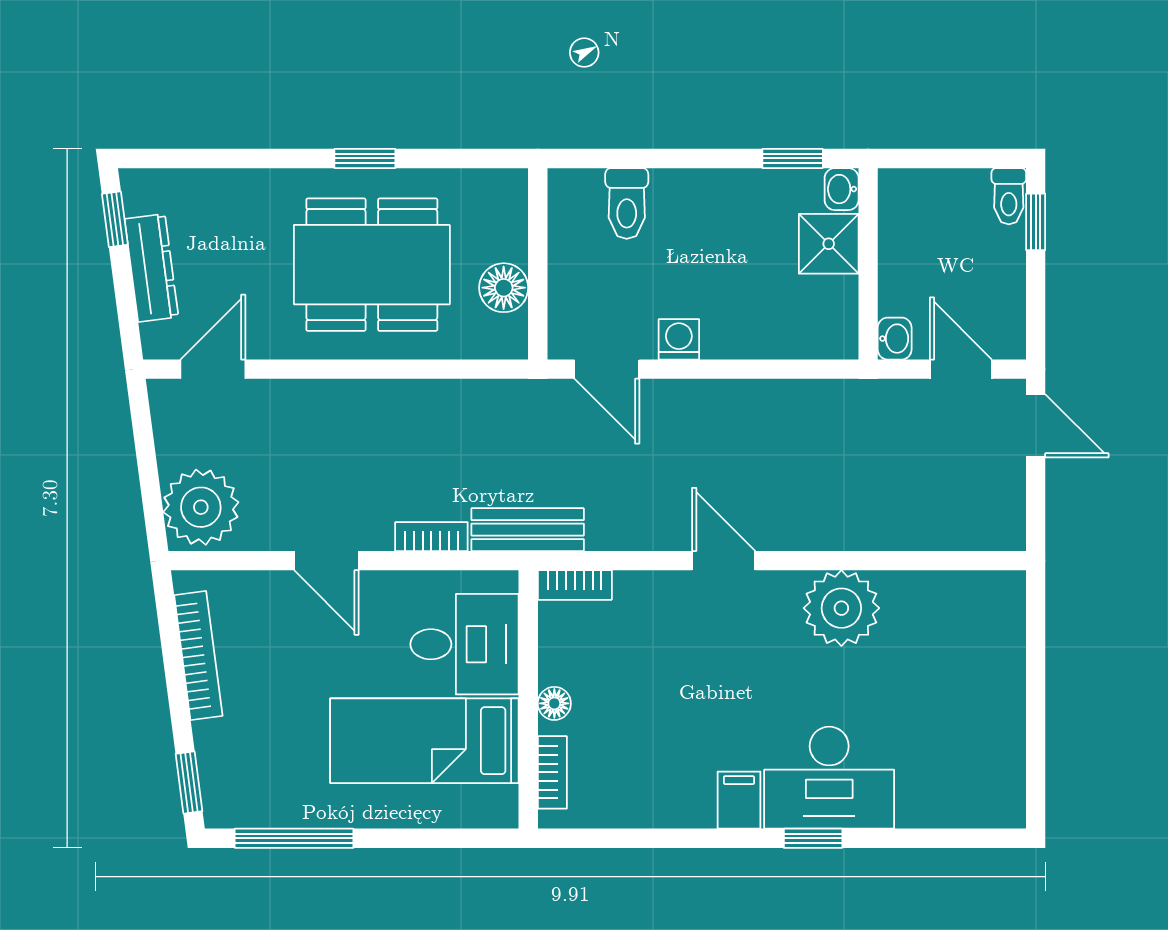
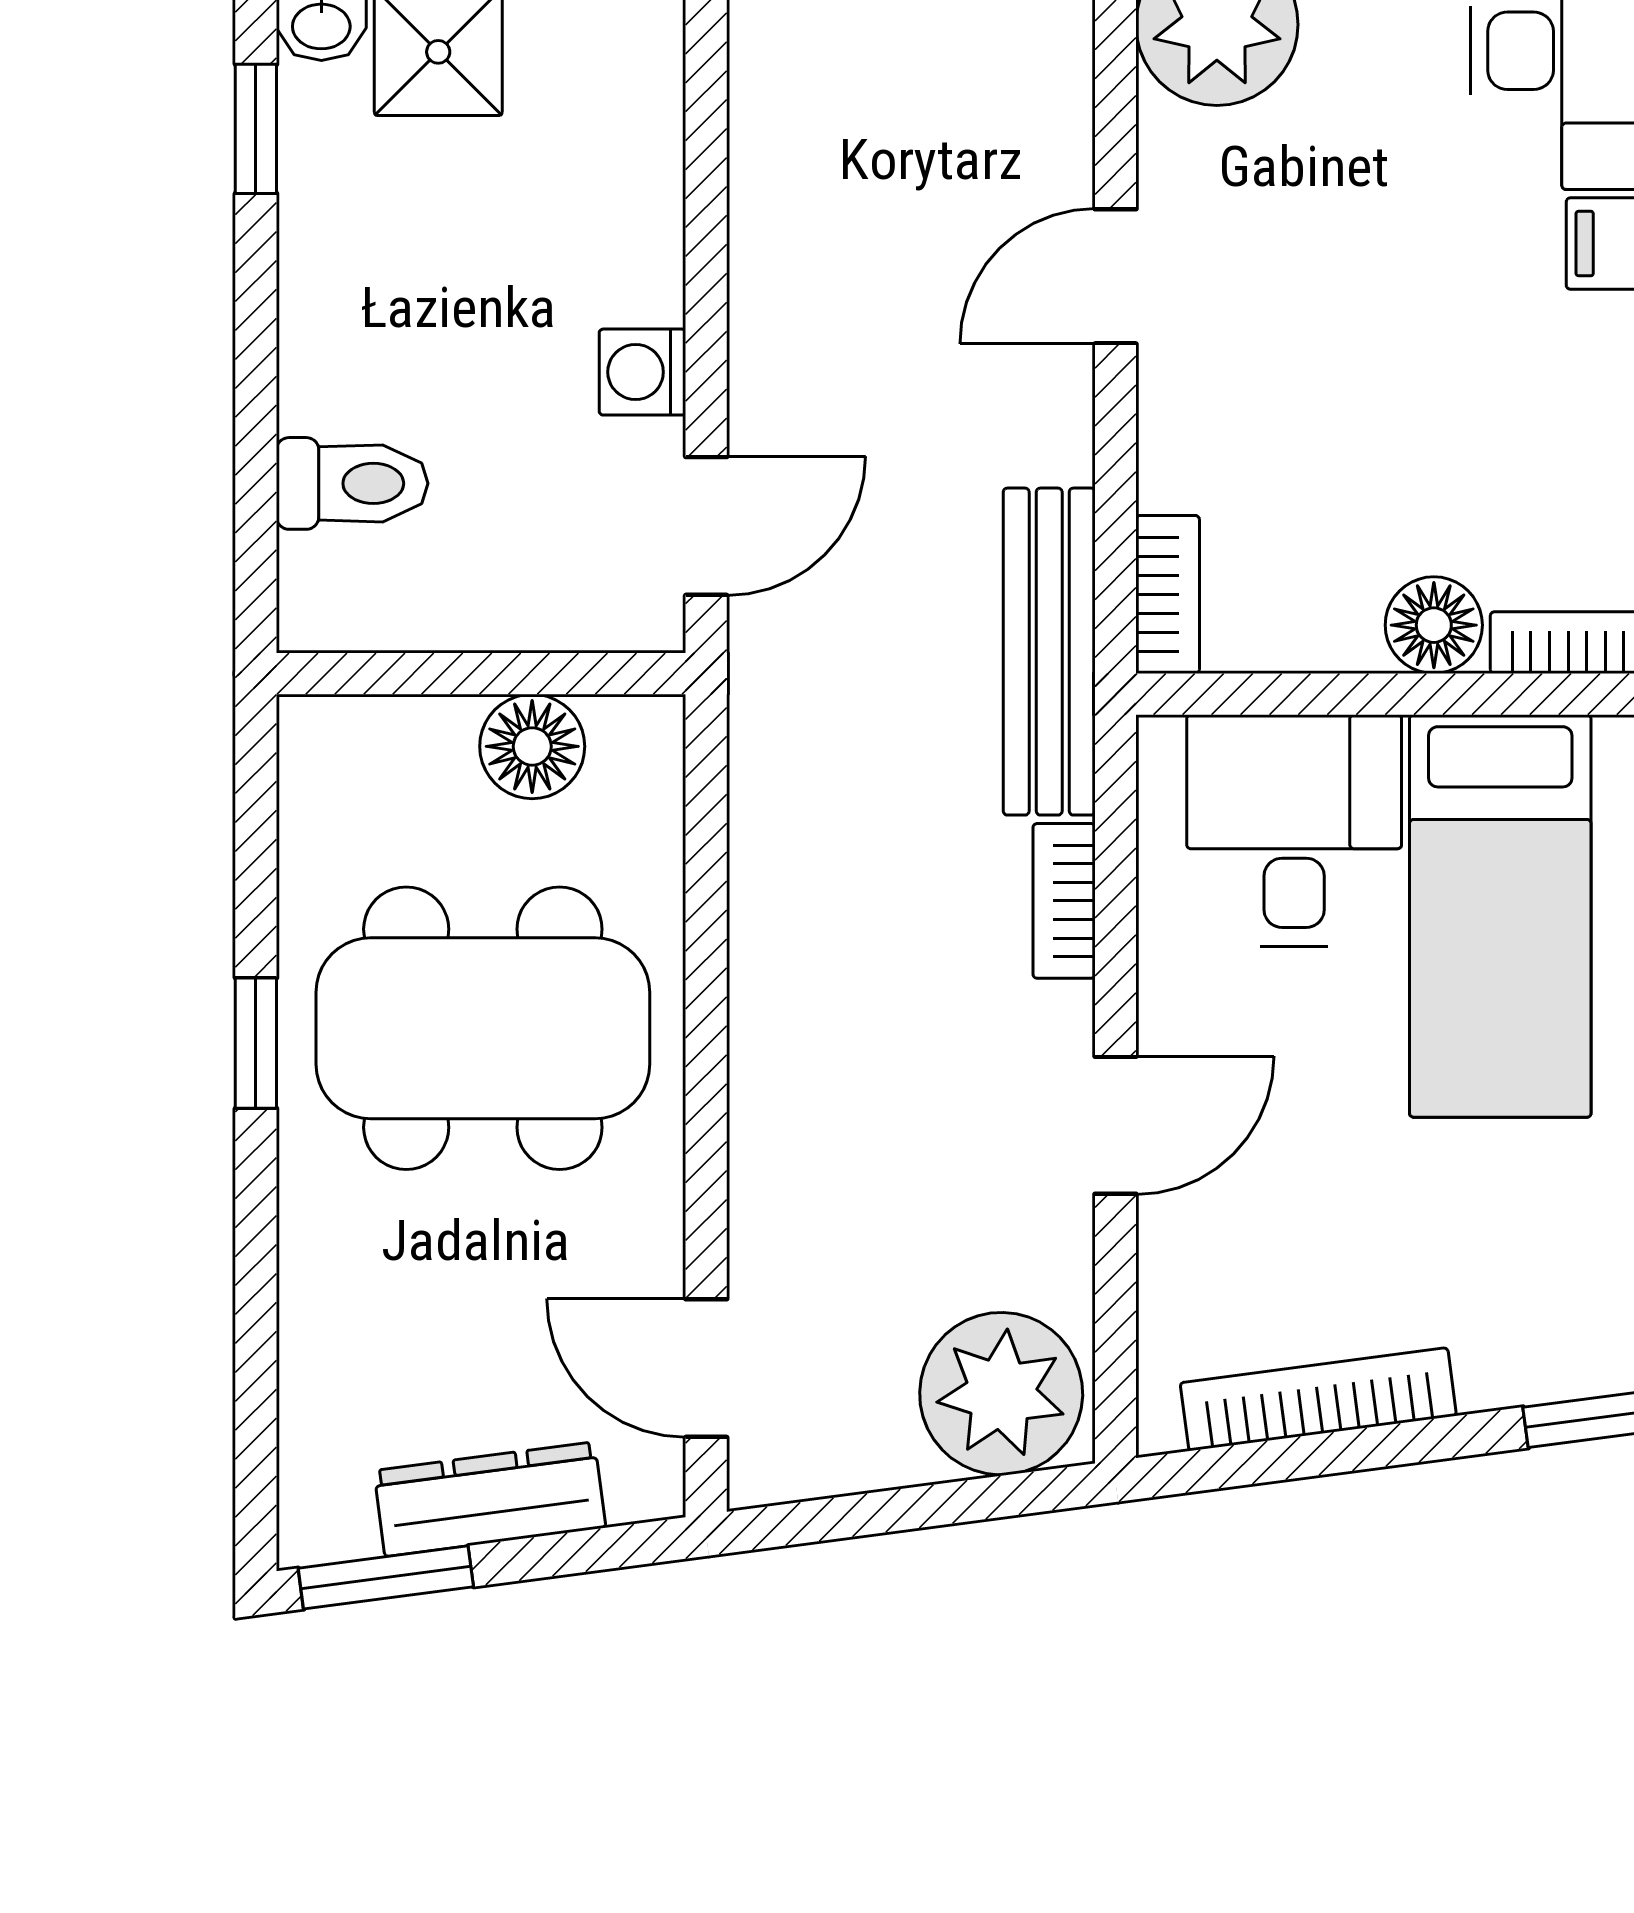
window: (115, 219) -> (386, 1577), width x1.50
dining table: (372, 265) -> (483, 1028), turned 90
bench: (528, 530) -> (1049, 652), width x1.36
floor lamp: (554, 703) -> (1434, 625), width x1.37, depth x1.37

